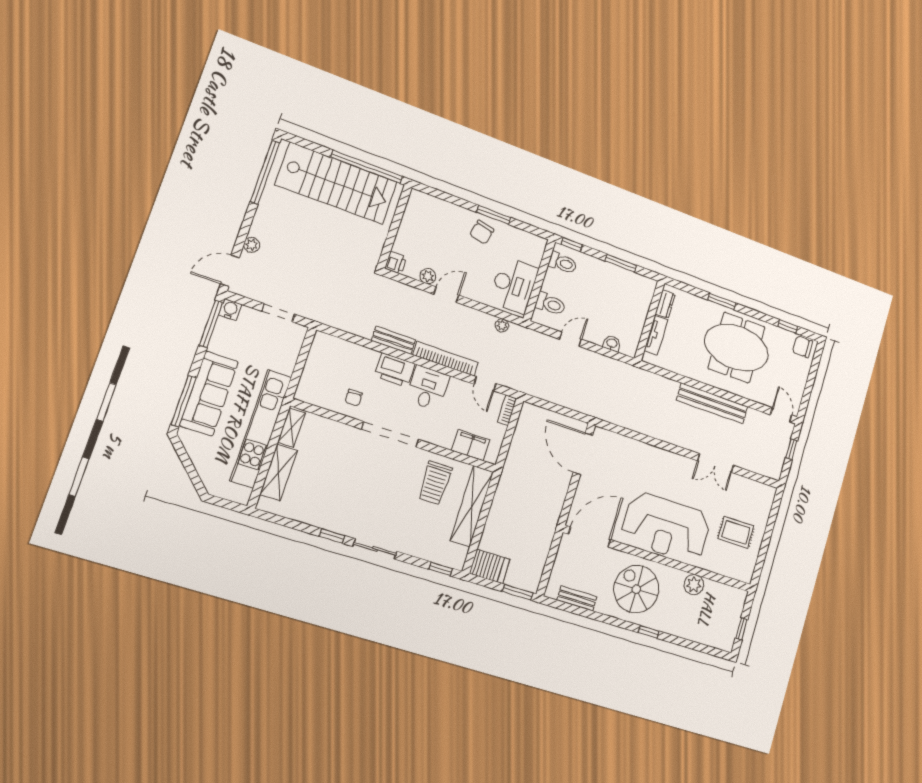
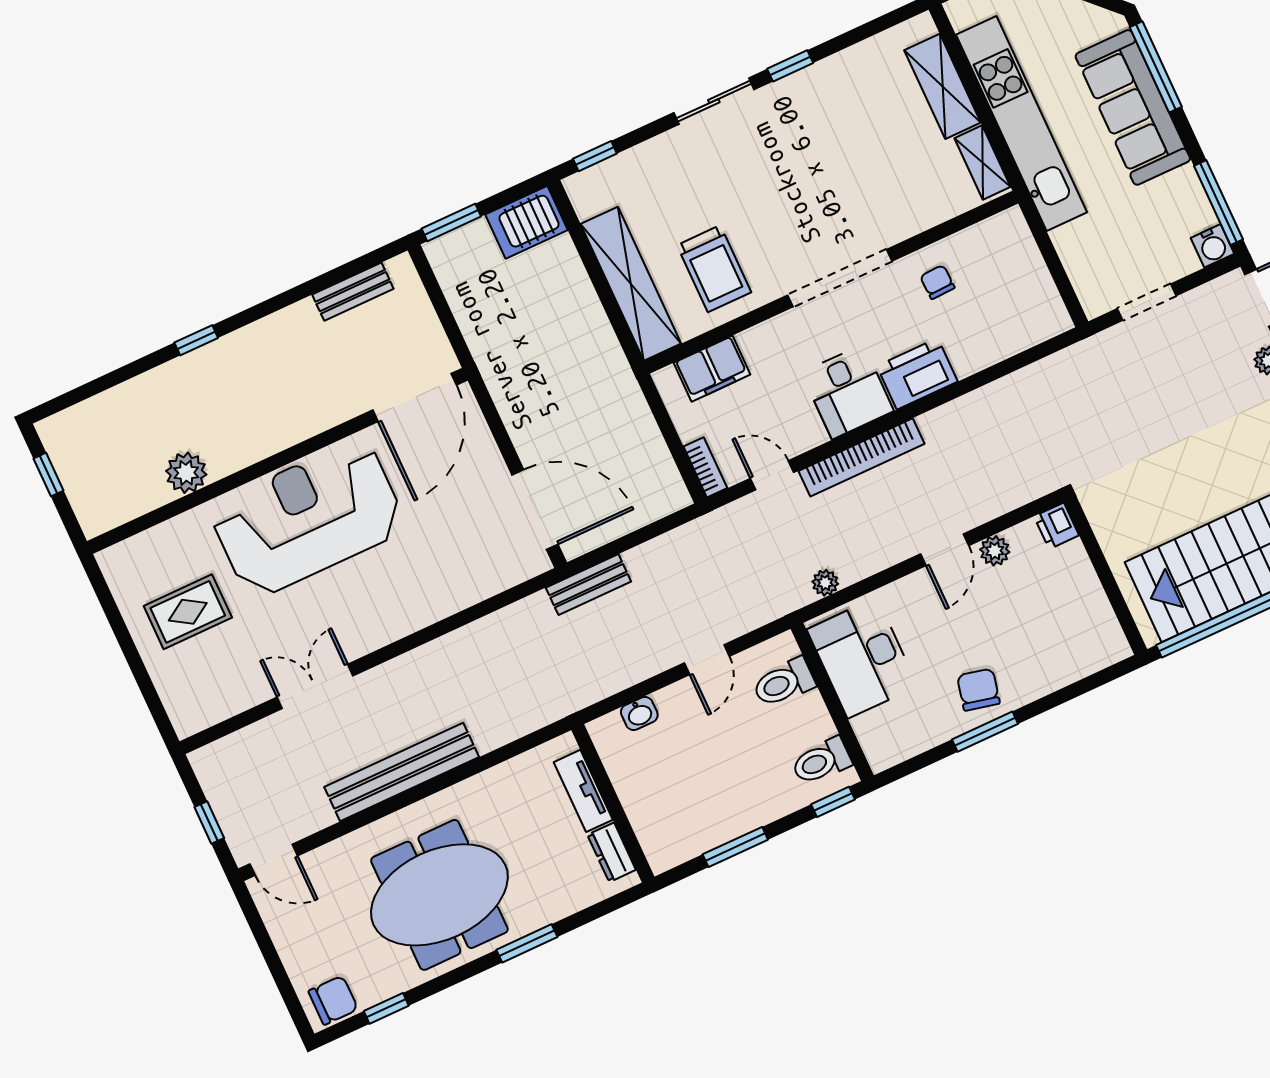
bench: (393, 340) -> (588, 585), moved
trolley: (435, 483) -> (714, 269), turned 180
spiral stairs: (636, 589) -> (272, 386), removed

